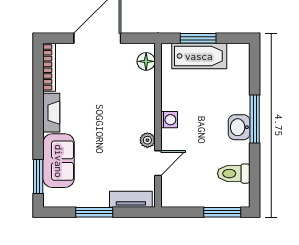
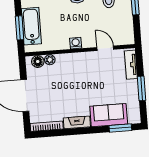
plant: (147, 140) -> (50, 60), moved

